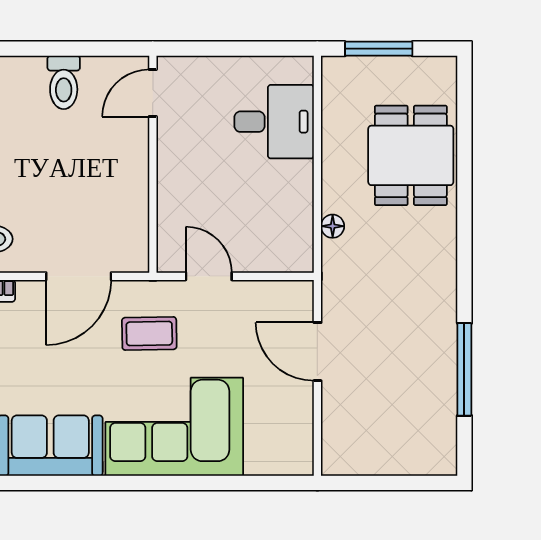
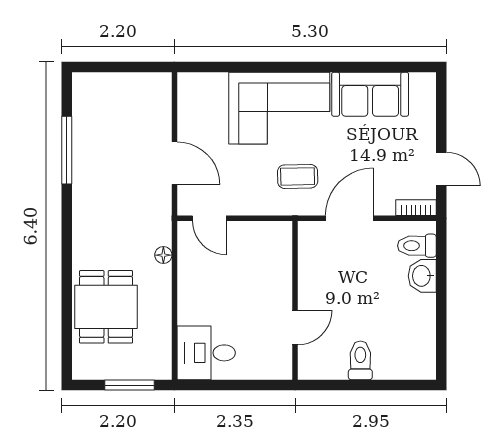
door: (153, 93) -> (295, 328), moved
desk: (274, 122) -> (206, 353), moved
door: (209, 276) -> (209, 218), moved

